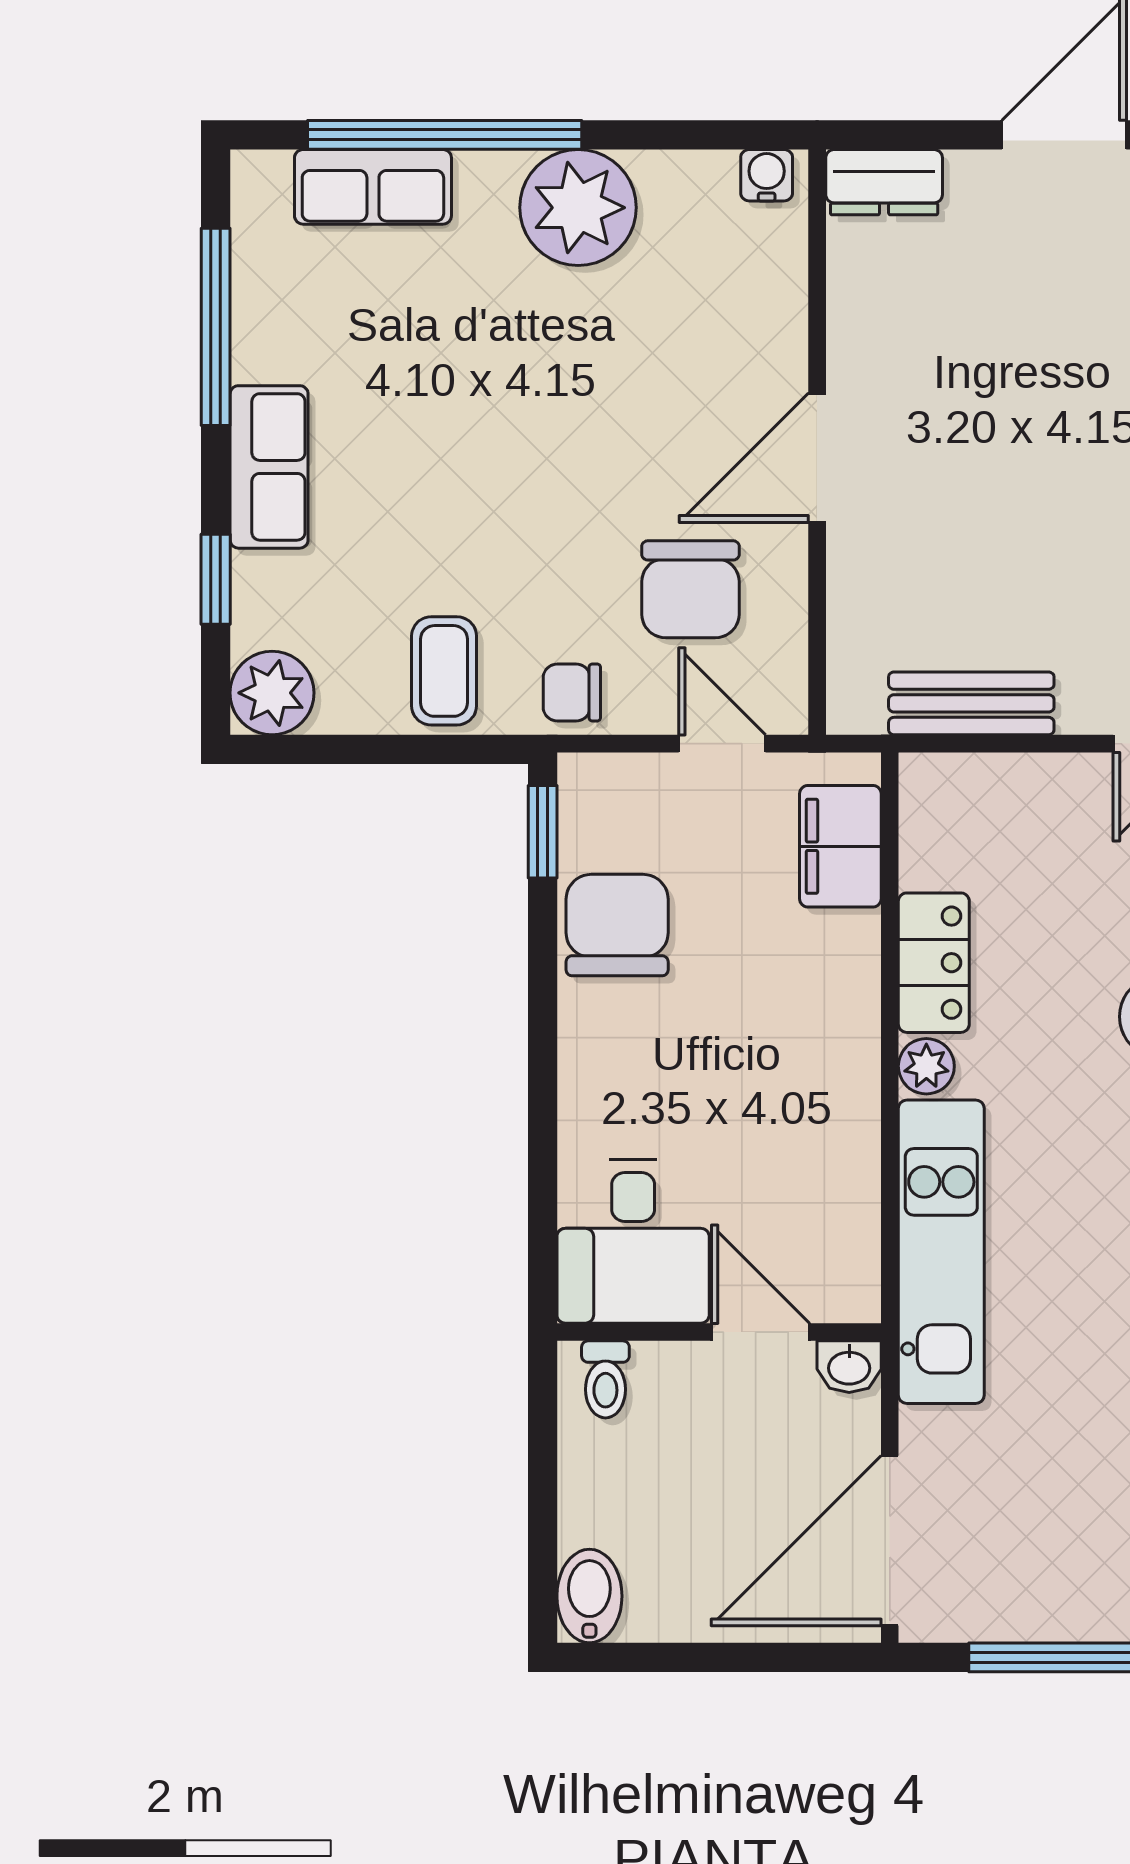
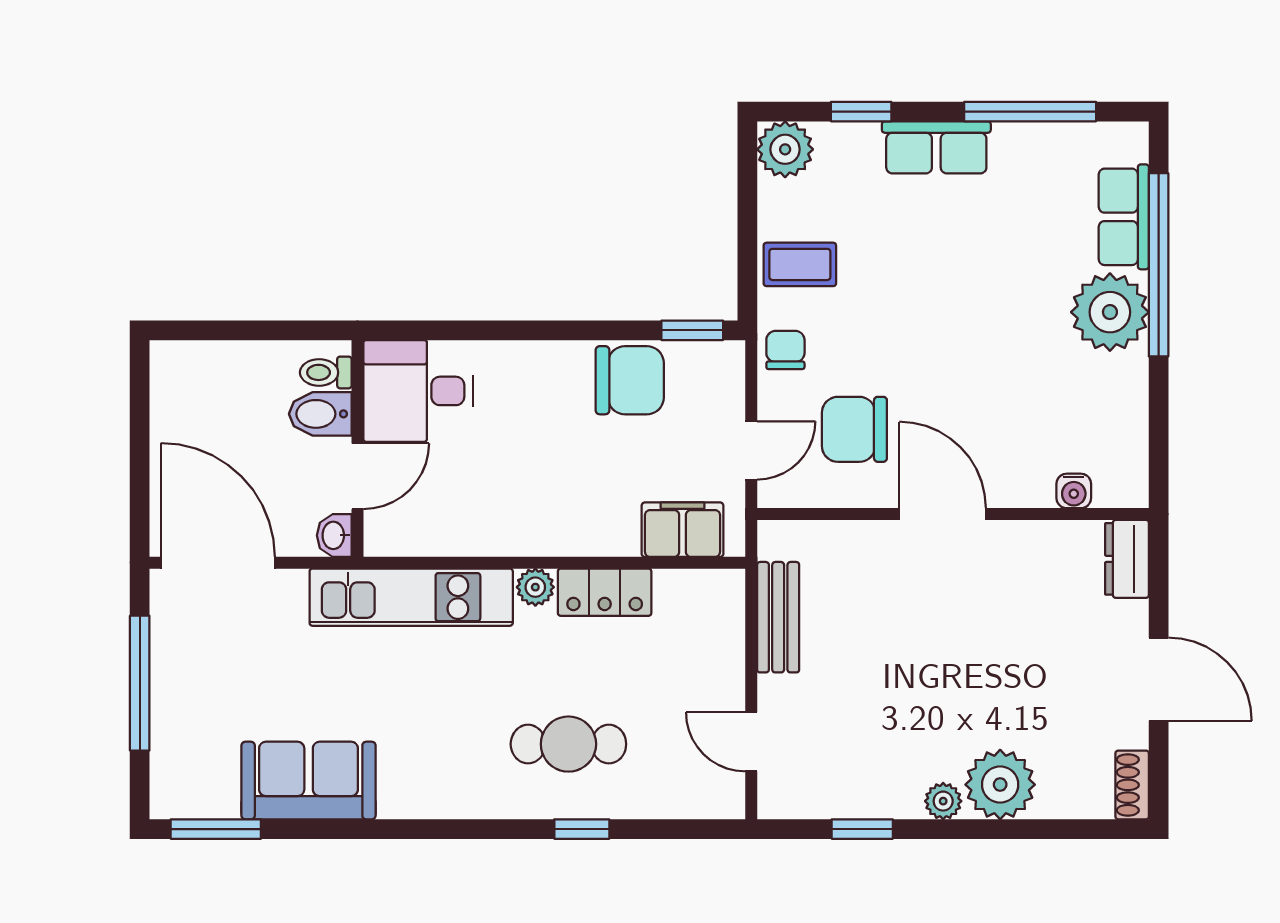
water cooler: (767, 175) -> (1074, 491), moved, turned 90
plant: (578, 208) -> (1110, 312), moved
bidet: (589, 1596) -> (320, 414), moved, turned 180

